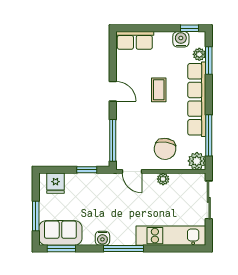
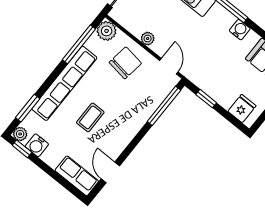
plant: (199, 54) -> (20, 134), moved
door: (113, 91) -> (110, 172), moved

